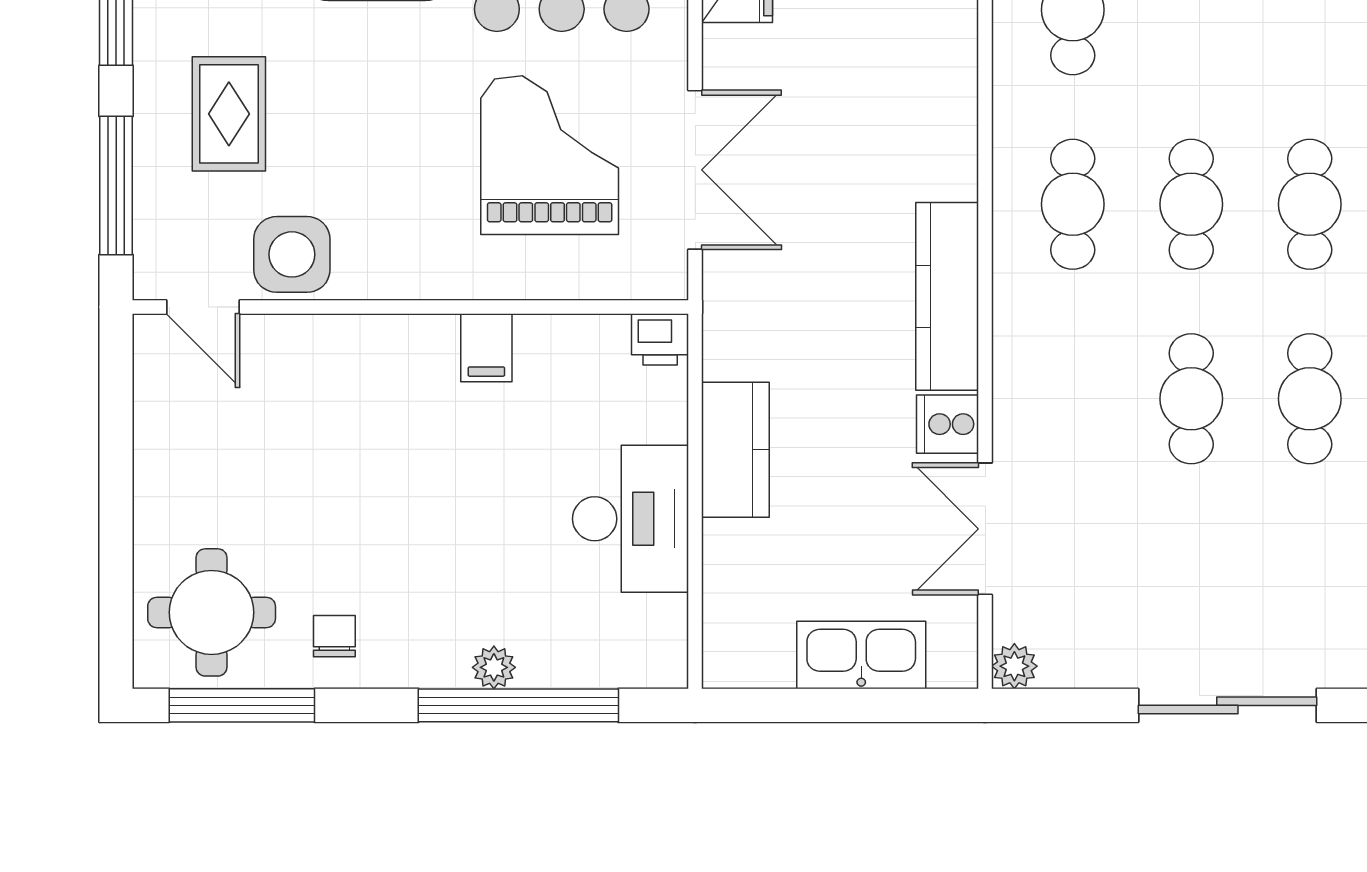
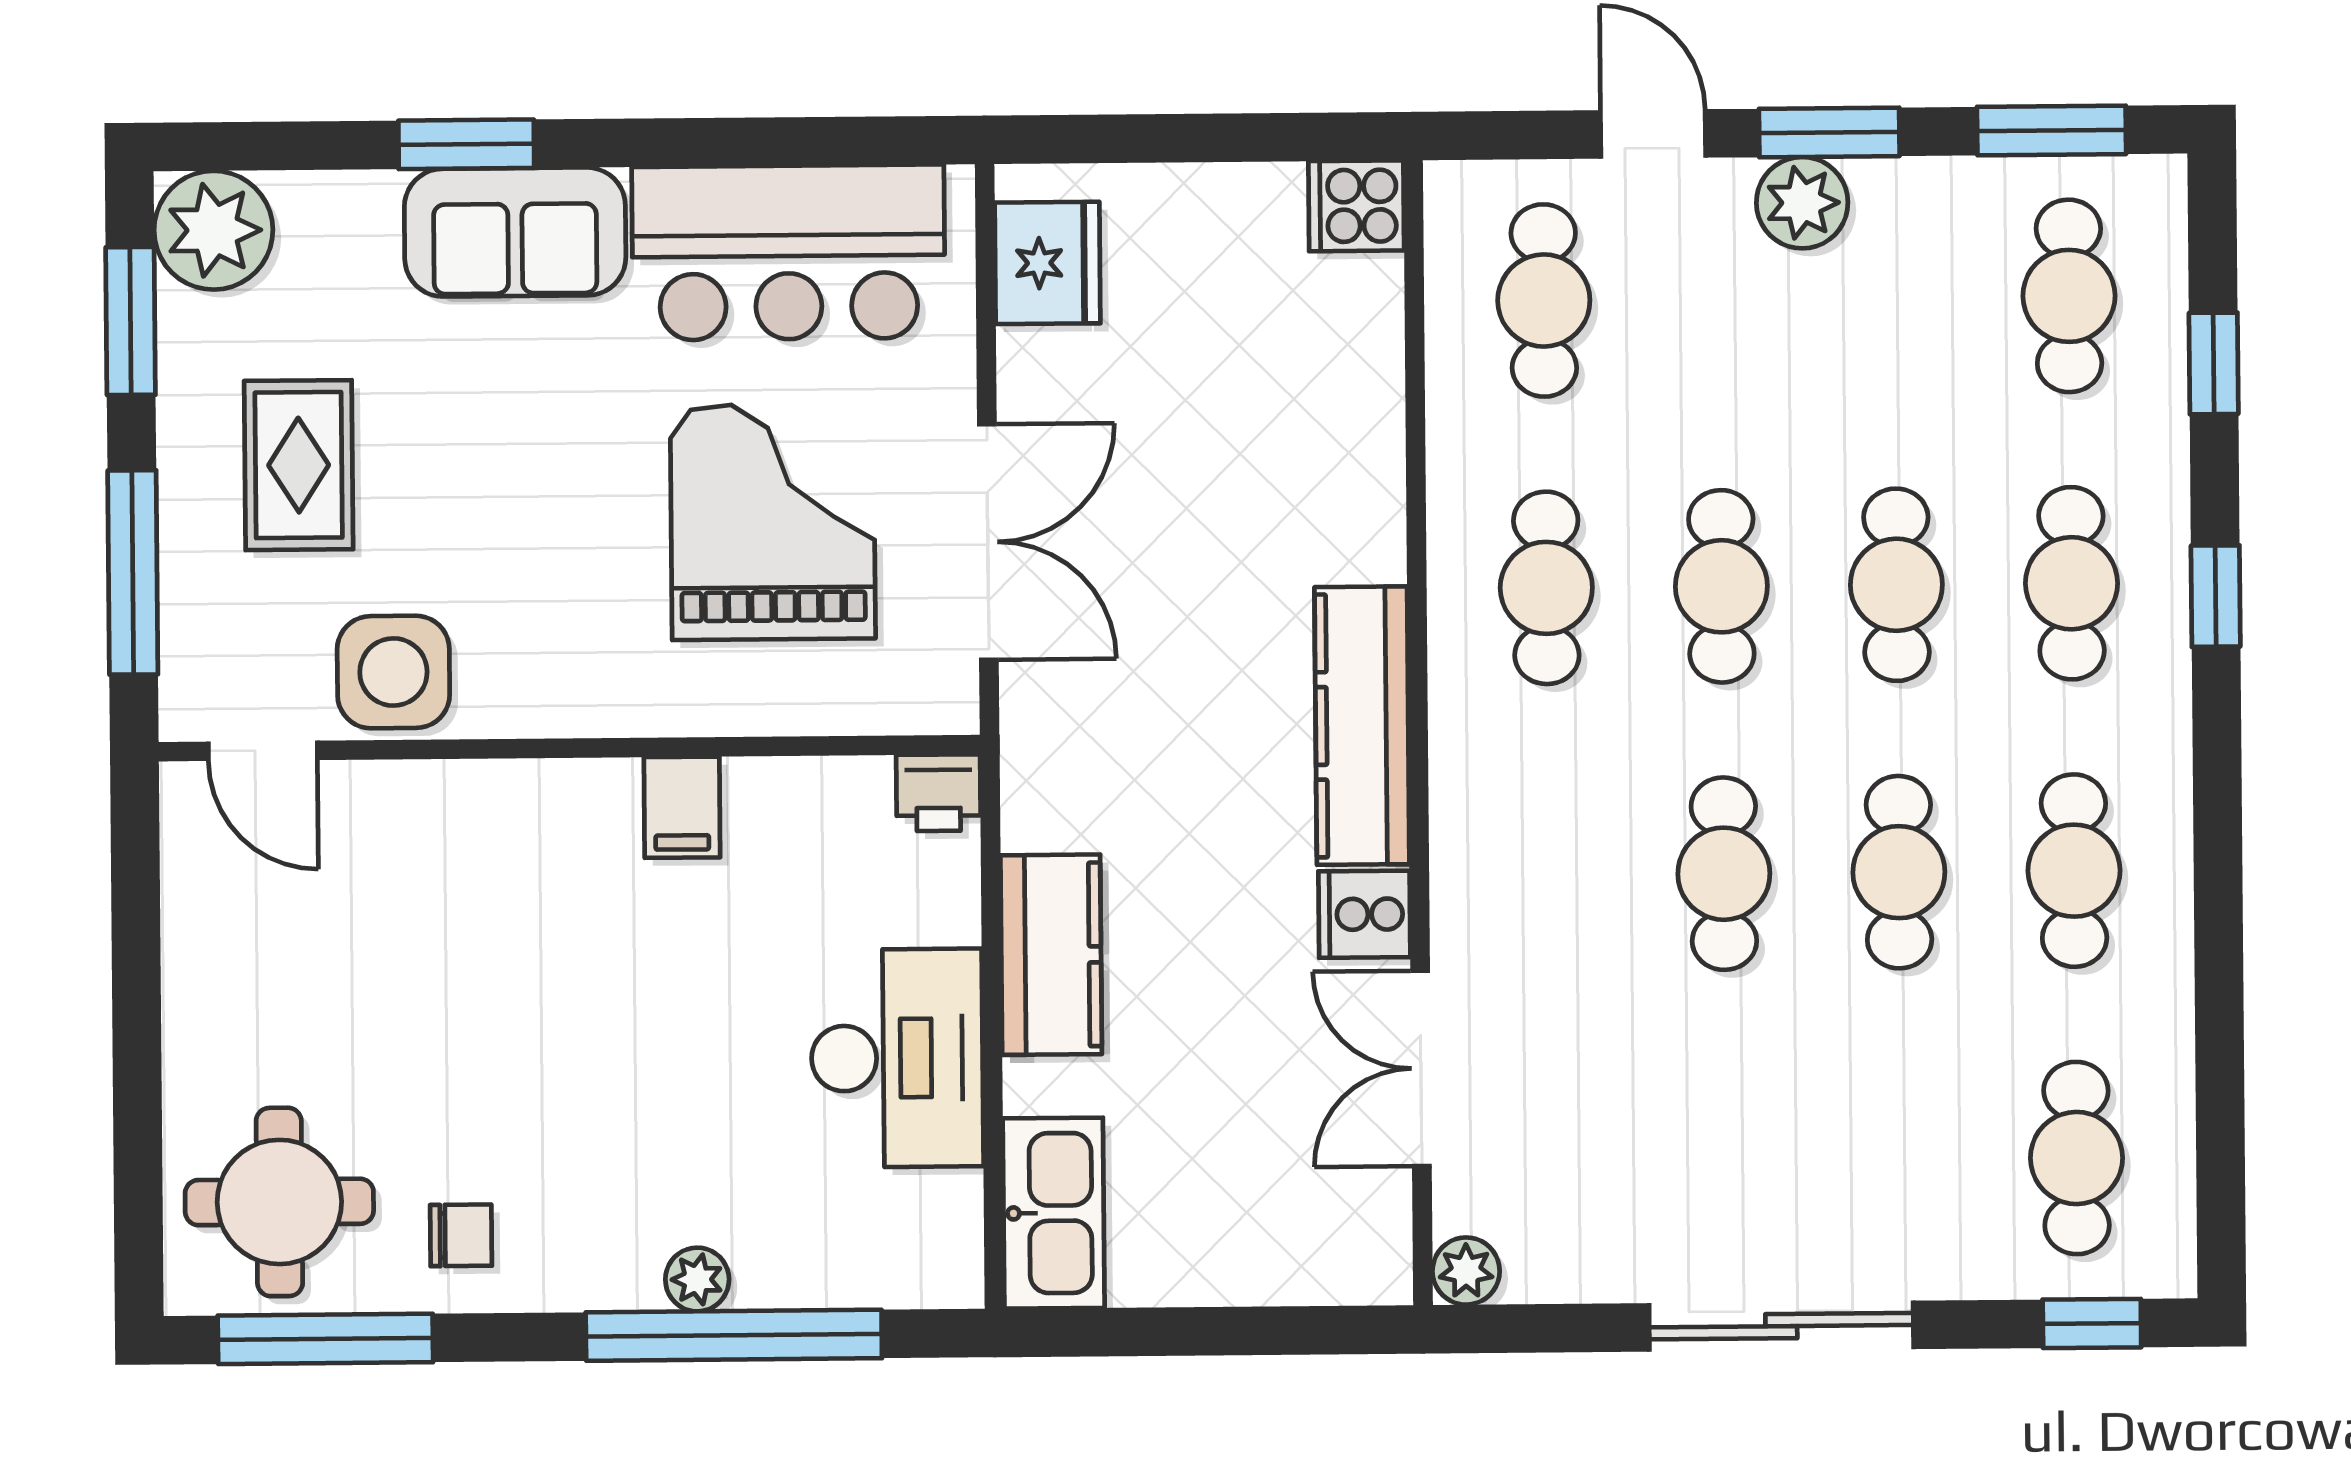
chair: (334, 636) -> (461, 1235), turned 90
kitchen sink: (861, 655) -> (1054, 1213), moved, turned 90

